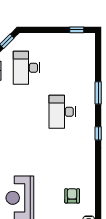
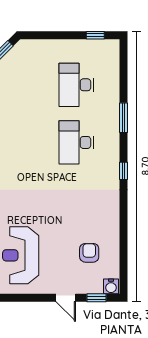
desk: (26, 68) -> (76, 85), moved

